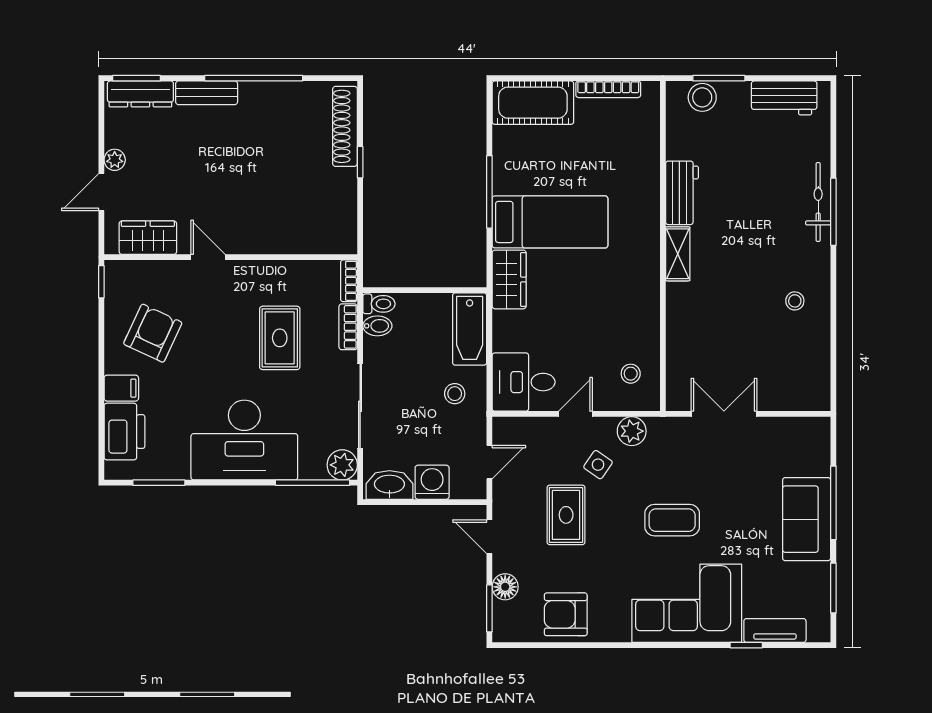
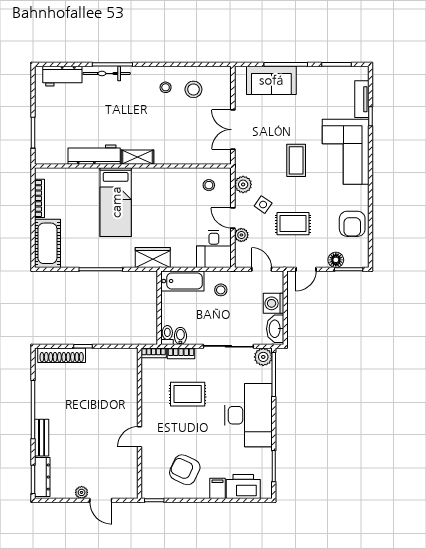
stool: (702, 97) -> (193, 89), moved
workbench: (784, 98) -> (62, 76), moved, turned 90
workbench: (682, 193) -> (94, 155), width x1.38
bed: (550, 222) -> (116, 202), moved, turned 180
wardrobe: (148, 238) -> (128, 473), removed
plant: (547, 428) -> (241, 235), added
sofa: (807, 519) -> (271, 80), moved

